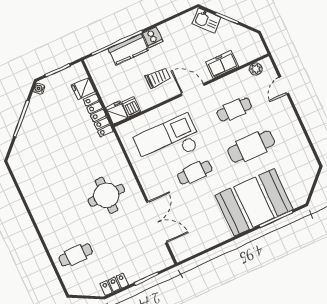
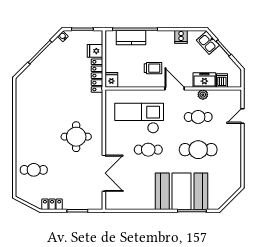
cooker: (153, 37) -> (181, 37), moved
kitchen counter: (128, 49) -> (131, 38), moved
plant: (256, 69) -> (203, 95), moved
dishwasher: (131, 107) -> (222, 81), moved

